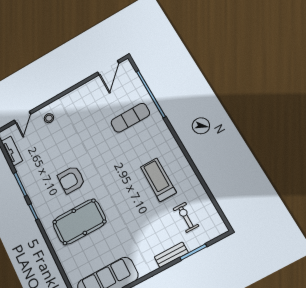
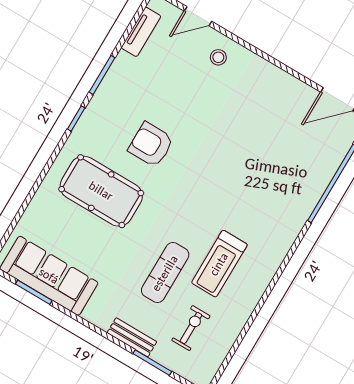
exercise mat: (130, 118) -> (165, 273), moved, turned 90
treadmill: (158, 180) -> (219, 264), turned 180

